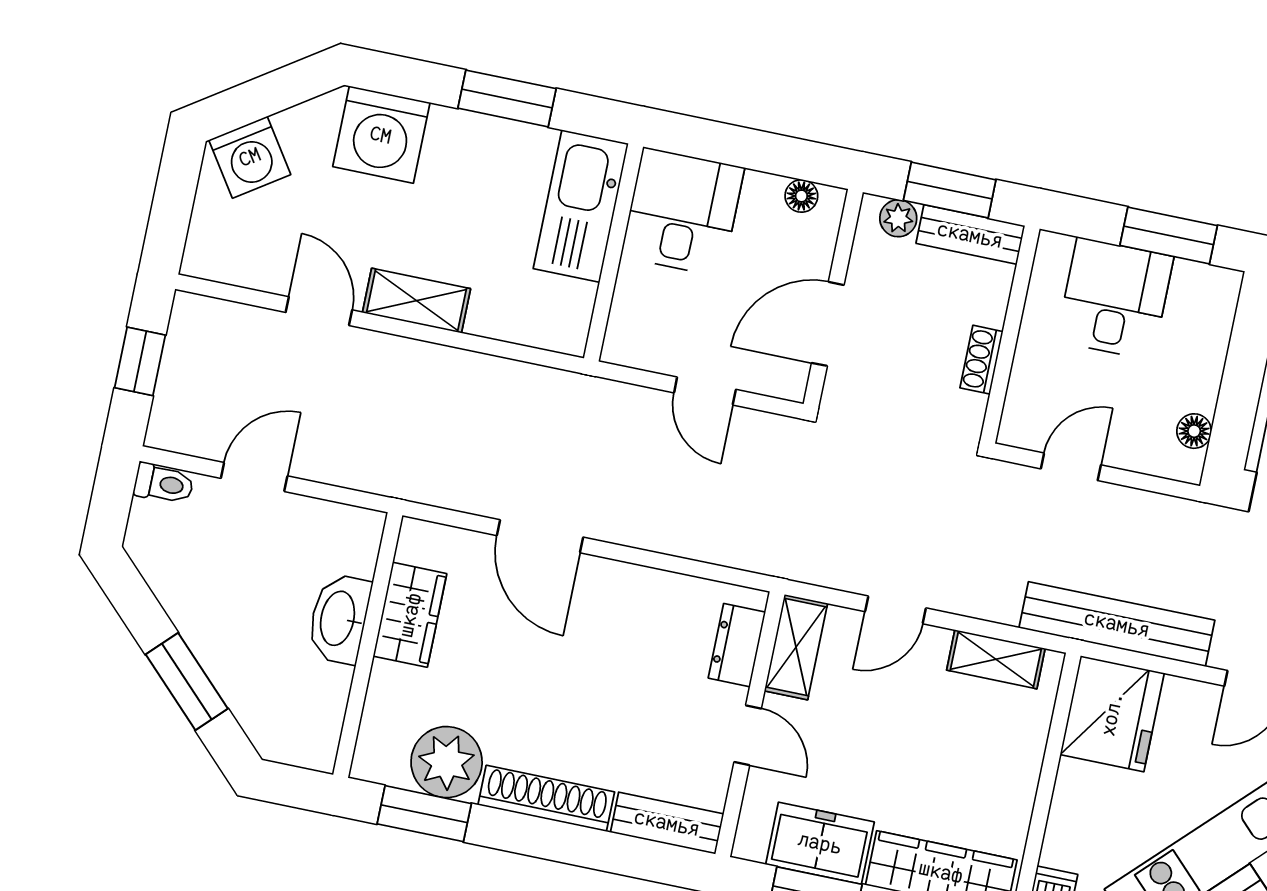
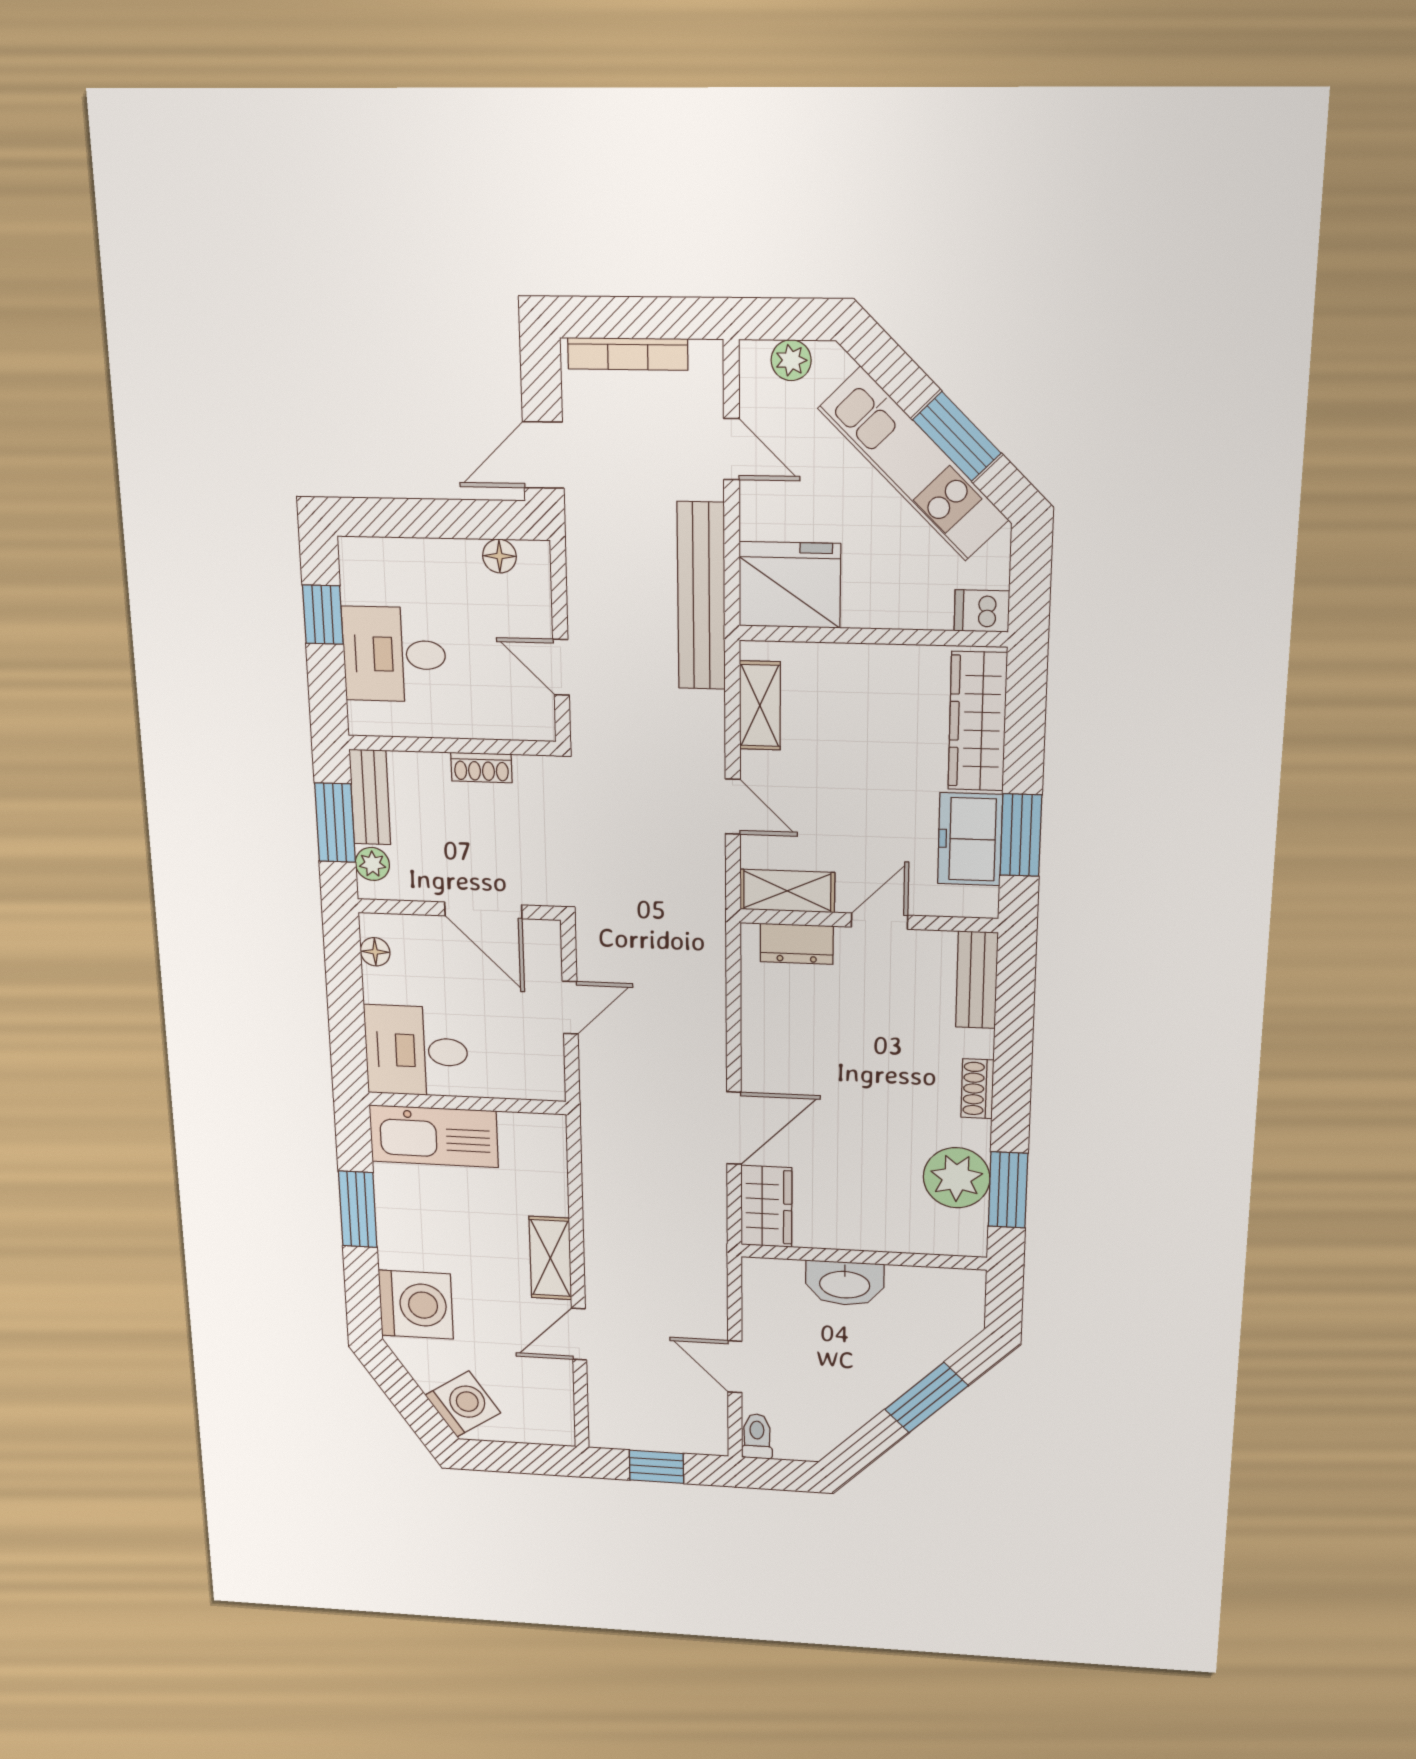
window: (1169, 235) -> (323, 615), width x0.67
wardrobe: (410, 615) -> (766, 1206), moved, turned 90
shoe rack: (546, 798) -> (977, 1089), width x0.51, depth x0.81

